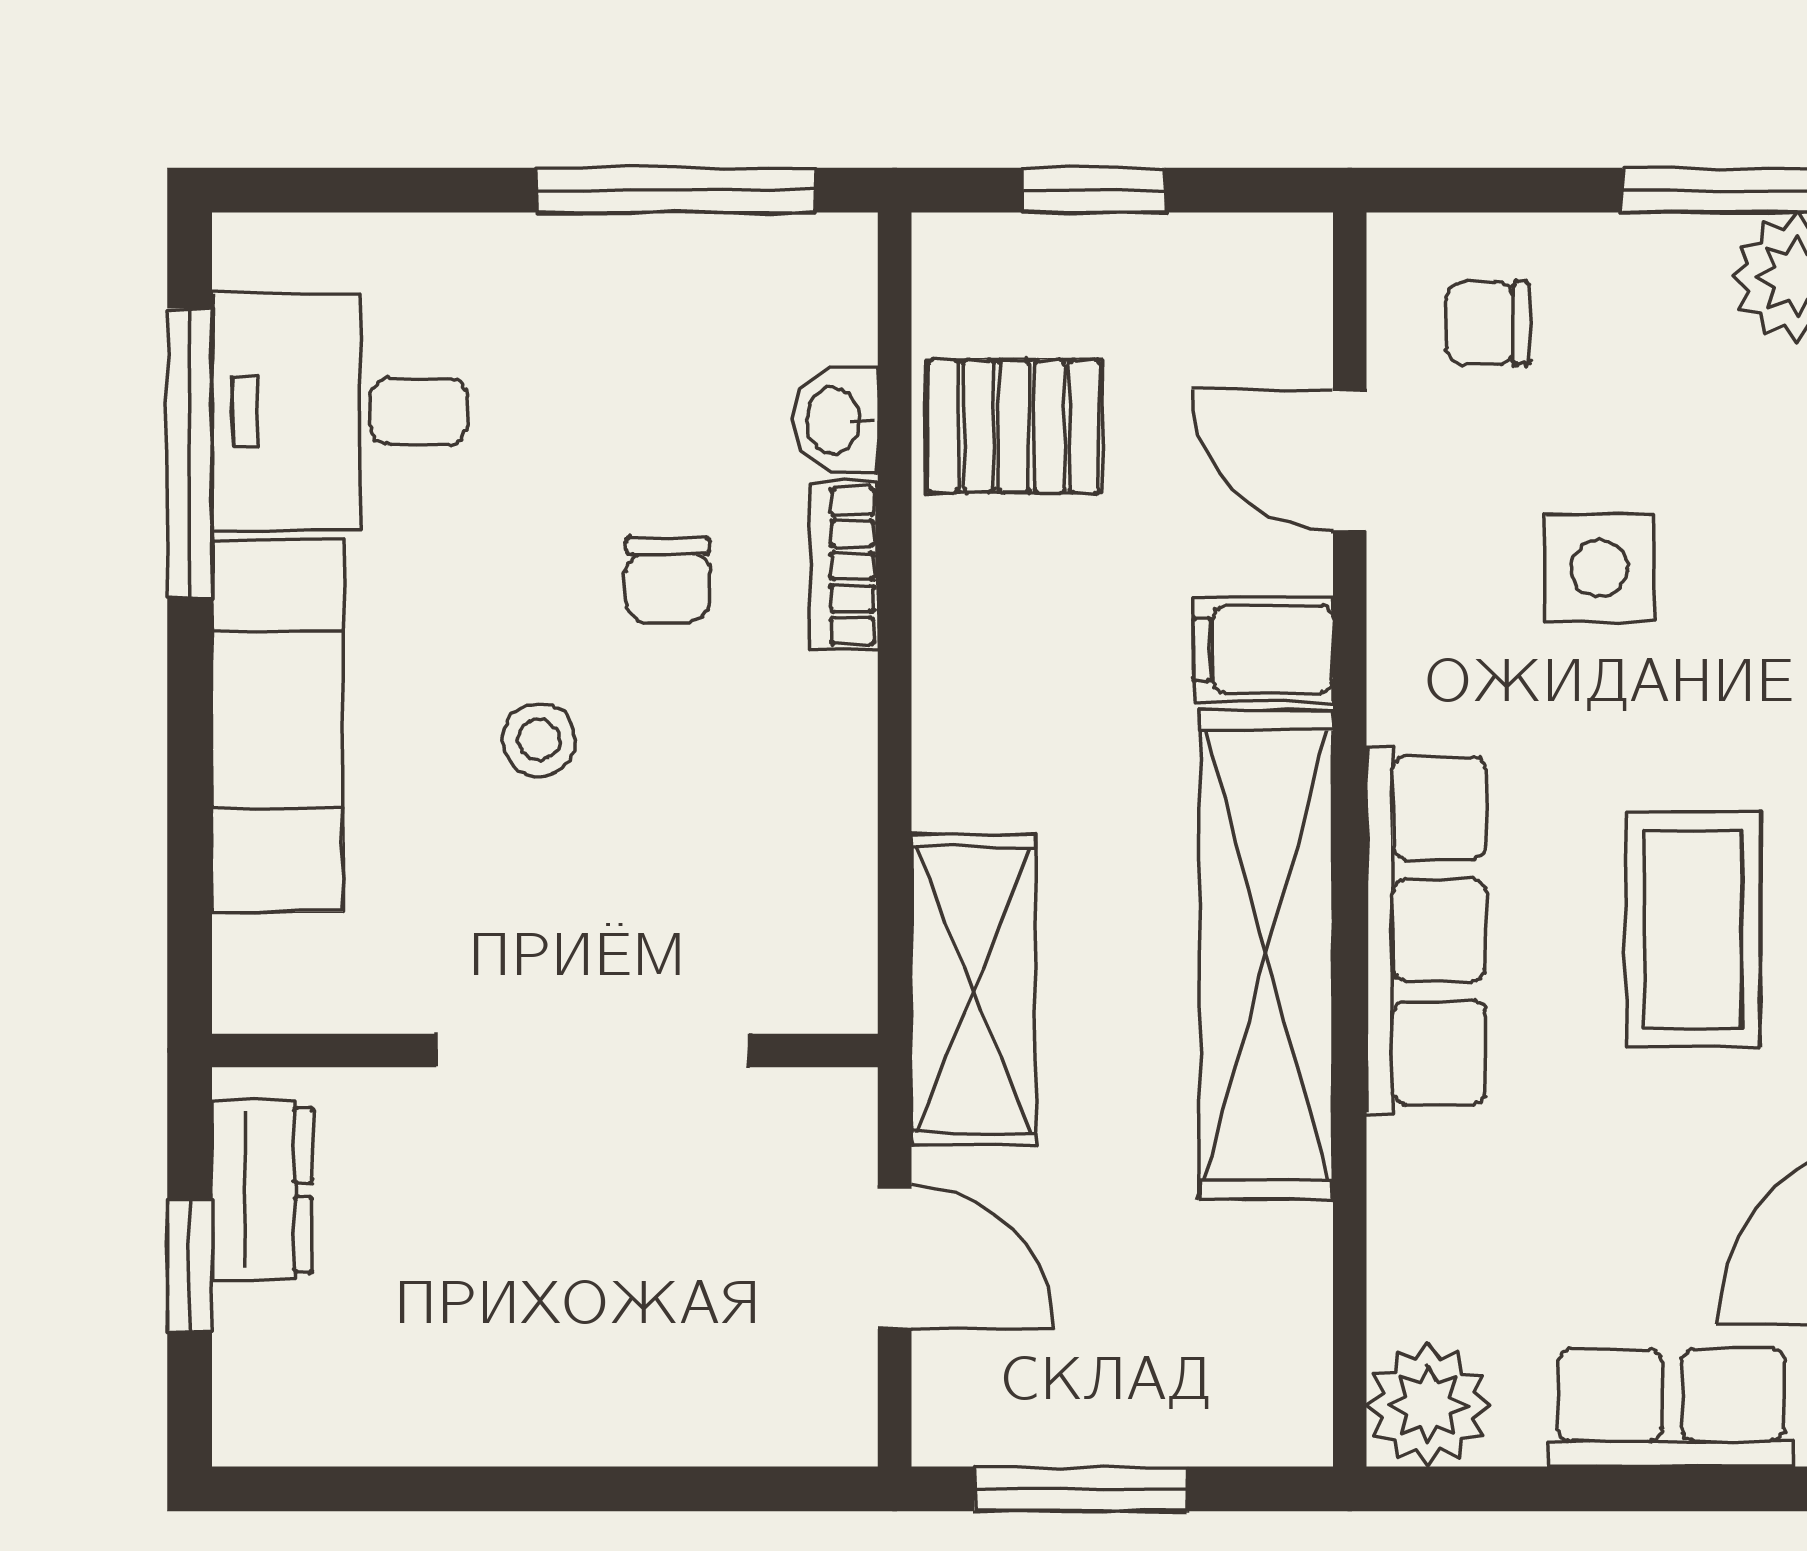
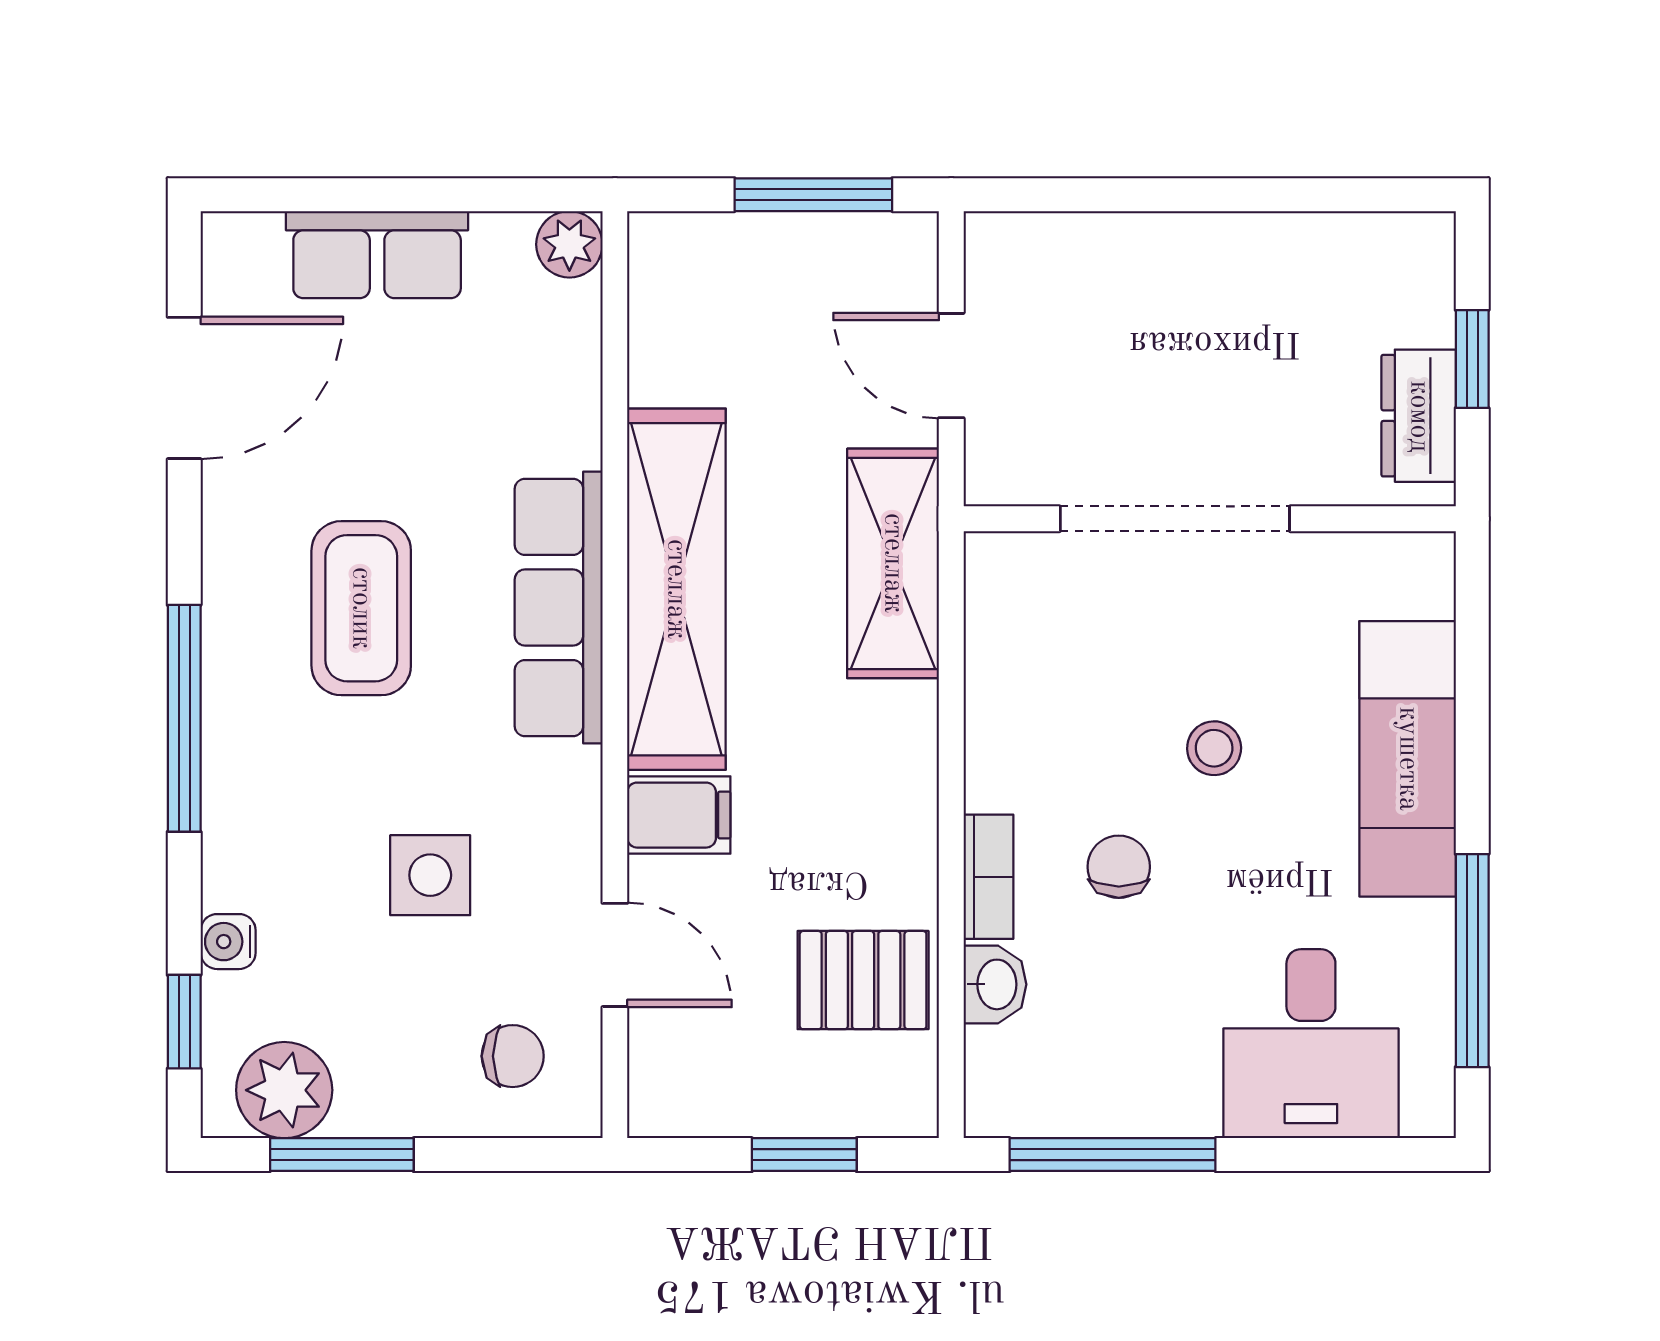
desk: (340, 412) -> (1311, 1044), moved, turned 90
plant: (1428, 1405) -> (569, 244), width x0.73, depth x0.73

